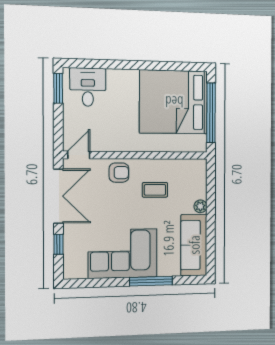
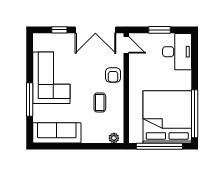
window: (170, 66) -> (195, 114), added
desk: (88, 87) -> (177, 52), width x1.37
window: (58, 88) -> (159, 30), moved
plant: (200, 206) -> (114, 138), moved

